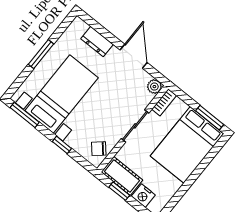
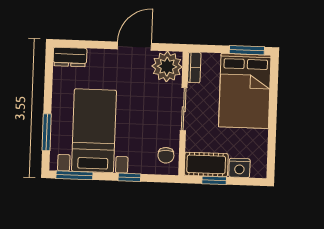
dresser: (97, 42) -> (70, 57), moved
window: (41, 54) -> (47, 132), moved
door: (134, 56) -> (134, 46), hinge flipped
plant: (154, 87) -> (167, 67), width x1.88, depth x1.88
chair: (99, 149) -> (166, 155), turned -49

